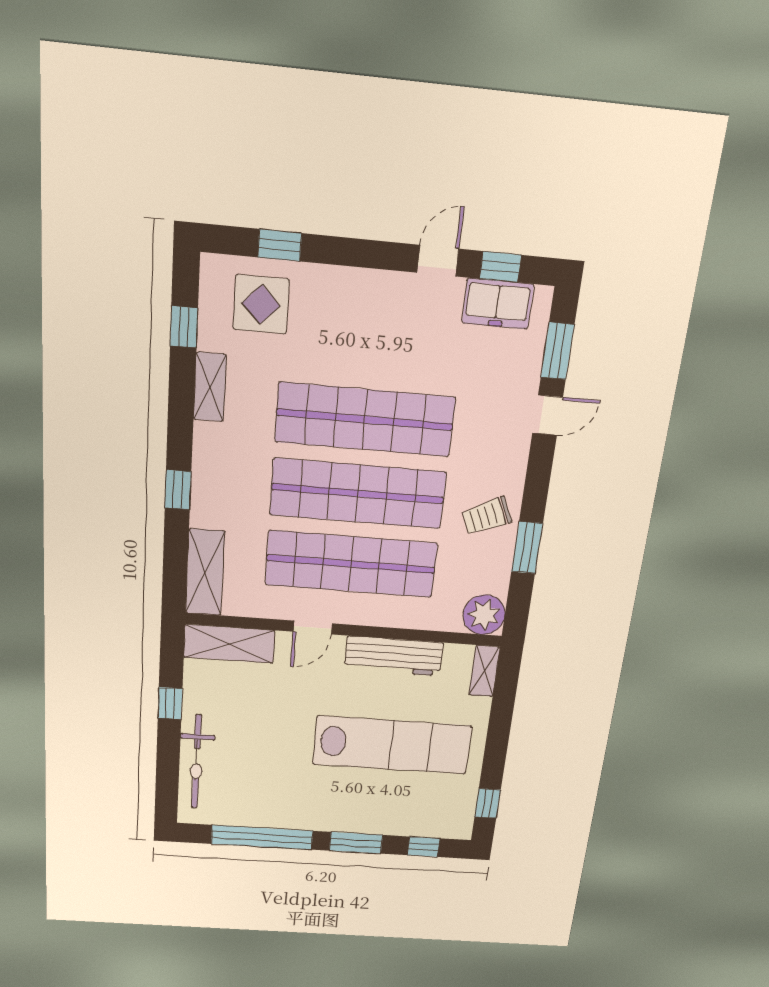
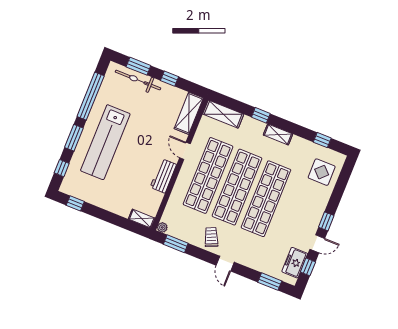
window: (280, 245) -> (326, 221), moved
door: (438, 261) -> (317, 244), hinge flipped
shelving: (210, 387) -> (278, 134), moved
door: (548, 415) -> (225, 264), moved
window: (527, 548) -> (176, 244), moved
plant: (484, 615) -> (162, 227), width x0.53, depth x0.53
workbench: (394, 656) -> (163, 176), width x0.73
lab bench: (392, 745) -> (105, 142), moved
window: (168, 769) -> (138, 66), added

